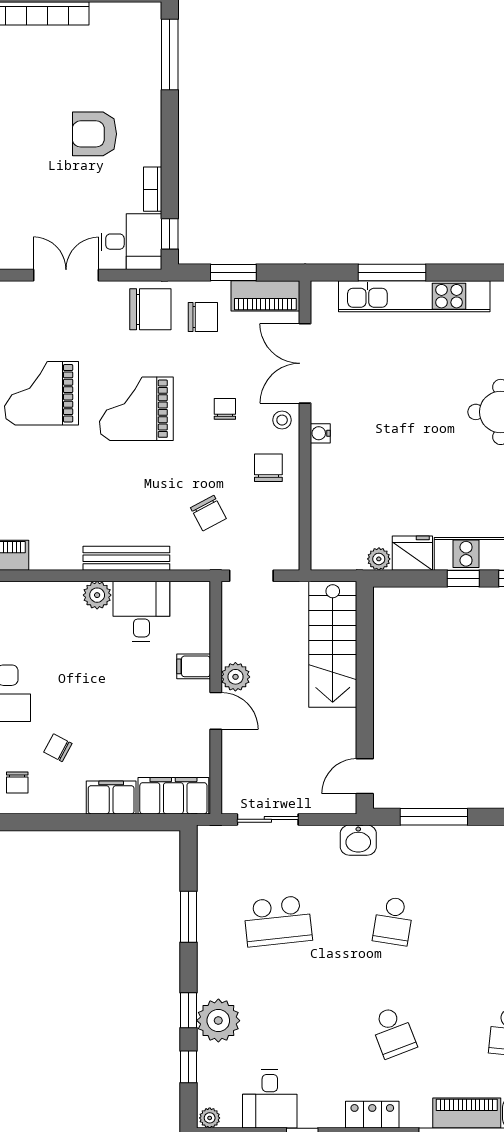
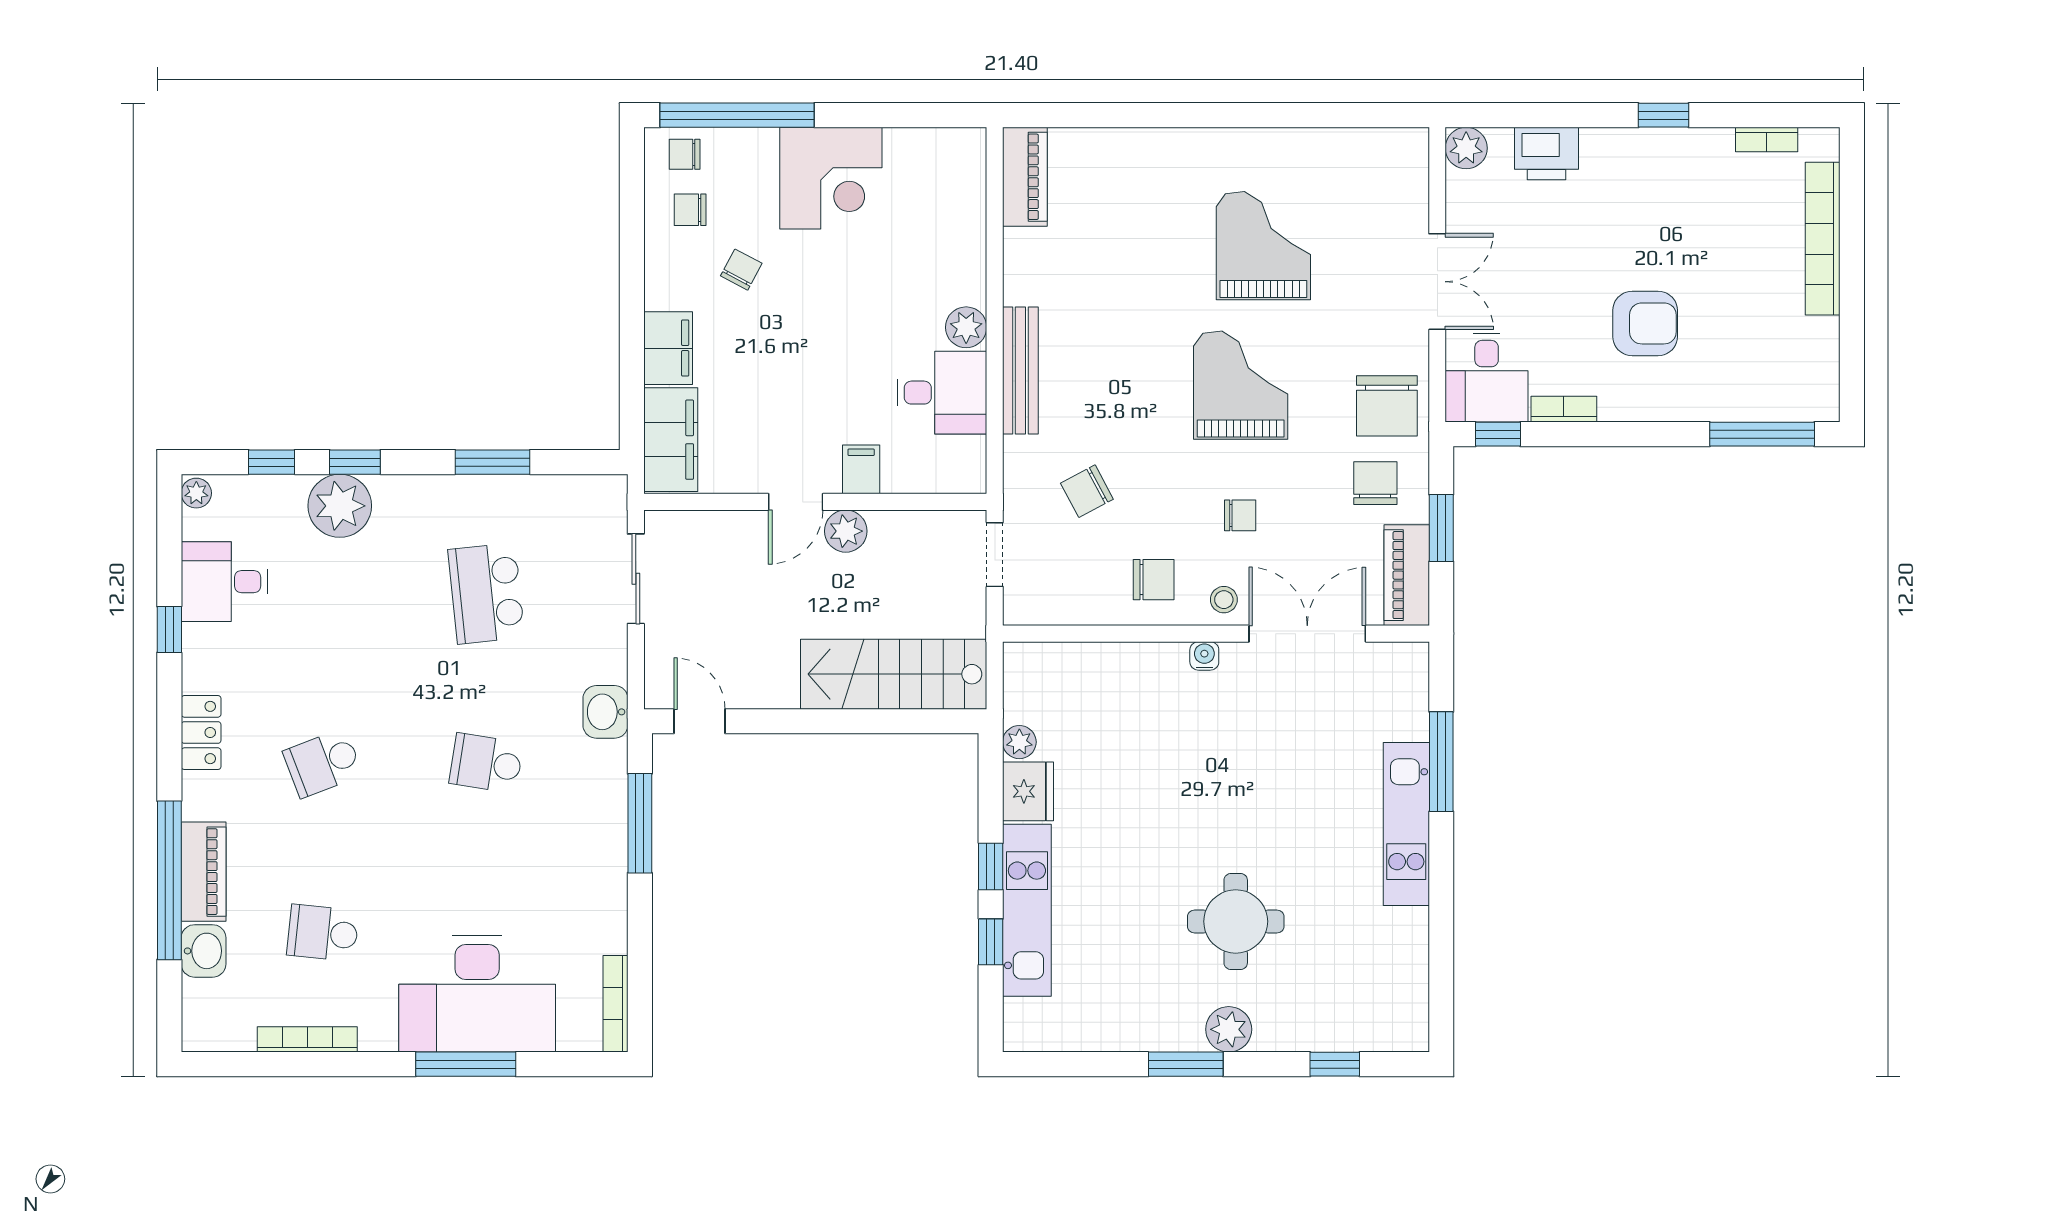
armchair: (94, 134) -> (1645, 323), turned 90
kitchen unit: (414, 296) -> (1406, 824), width x0.73
chair: (203, 317) -> (1375, 483), turned 180

